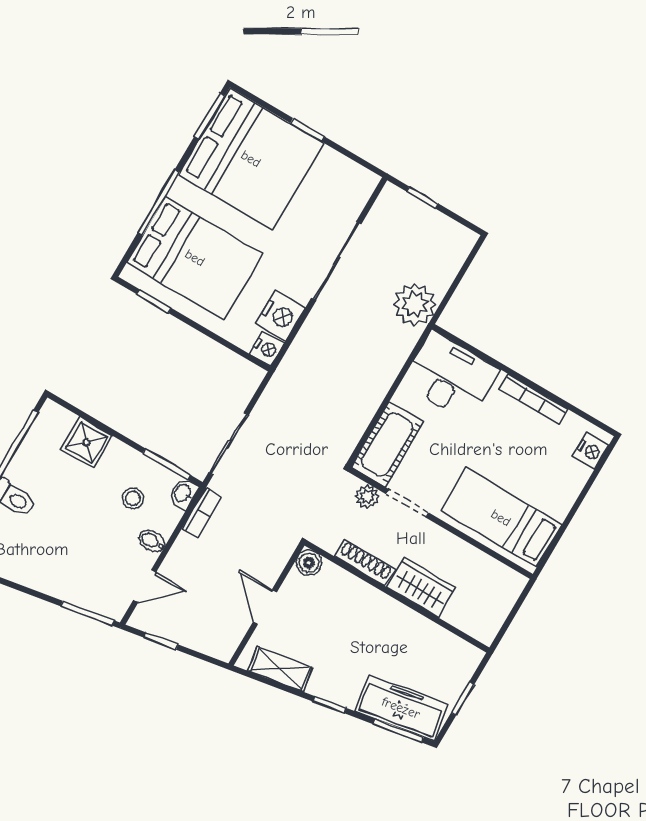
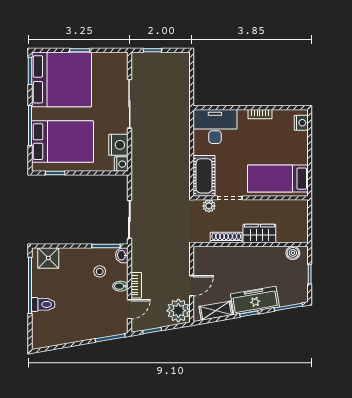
plant: (415, 305) -> (178, 311), moved
bookcase: (533, 399) -> (260, 114), width x0.64
shower: (87, 442) -> (48, 258), moved
bookcase: (202, 513) -> (136, 285), moved
boiler: (309, 563) -> (293, 253), moved
door: (265, 607) -> (192, 286), swing flipped
freezer: (401, 708) -> (255, 300), moved

